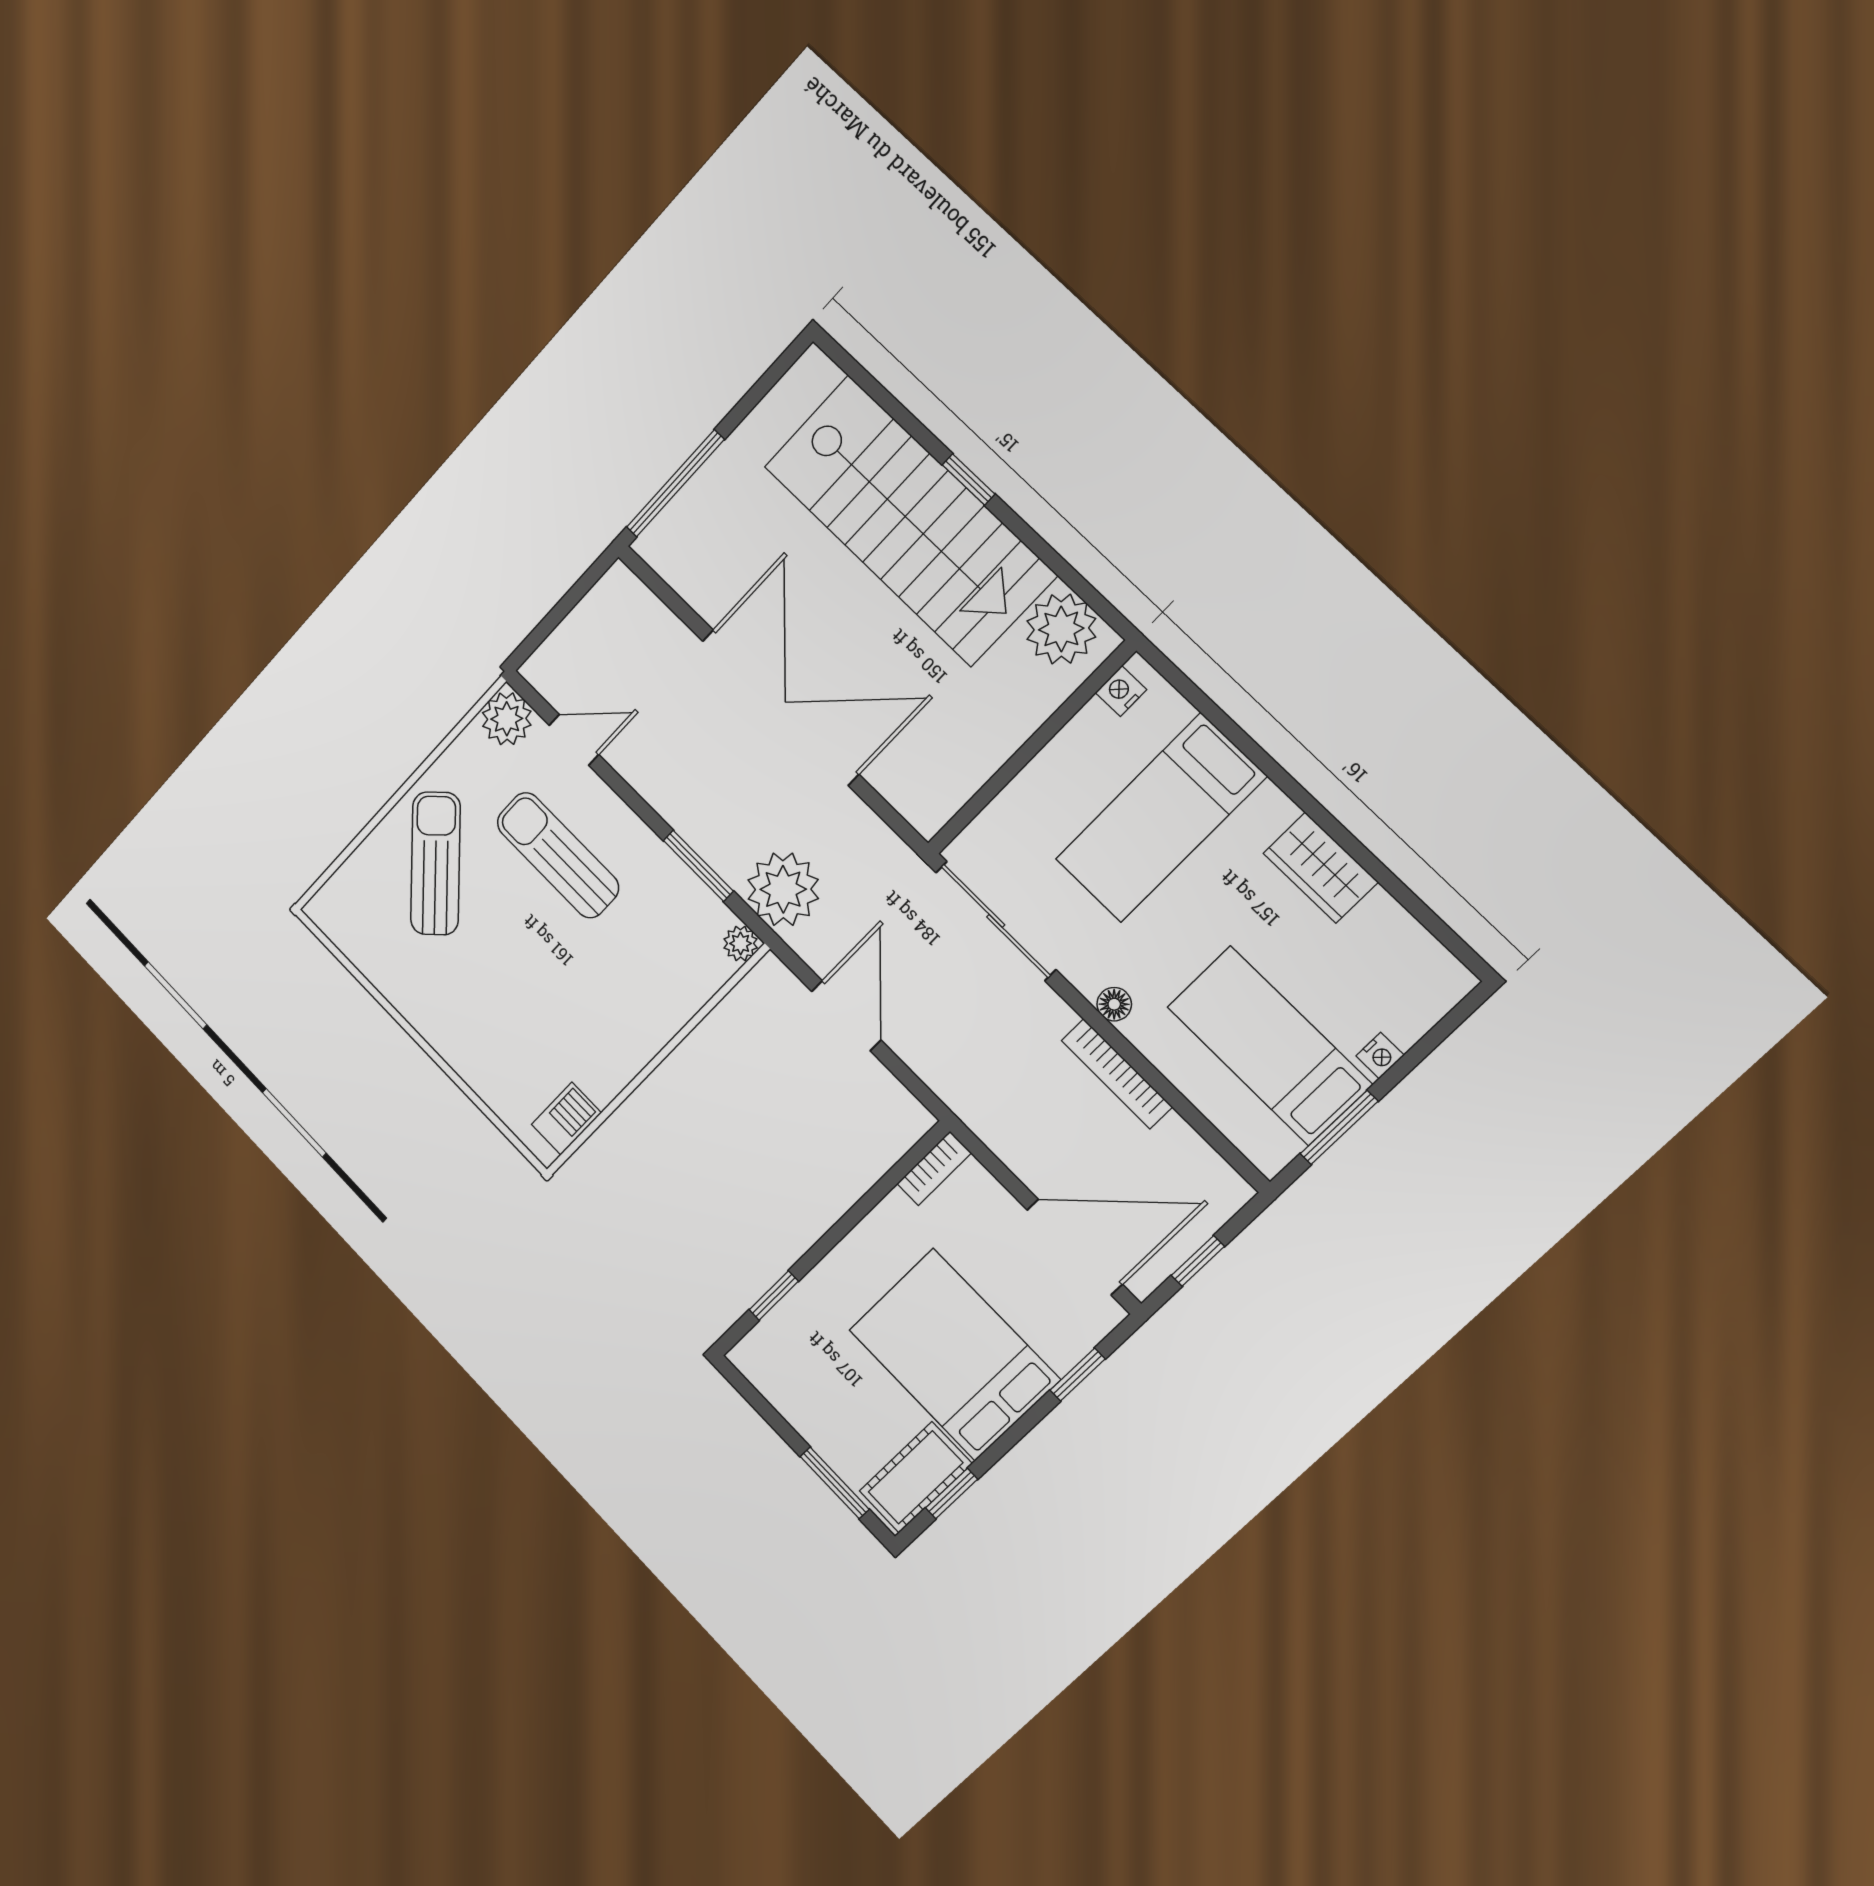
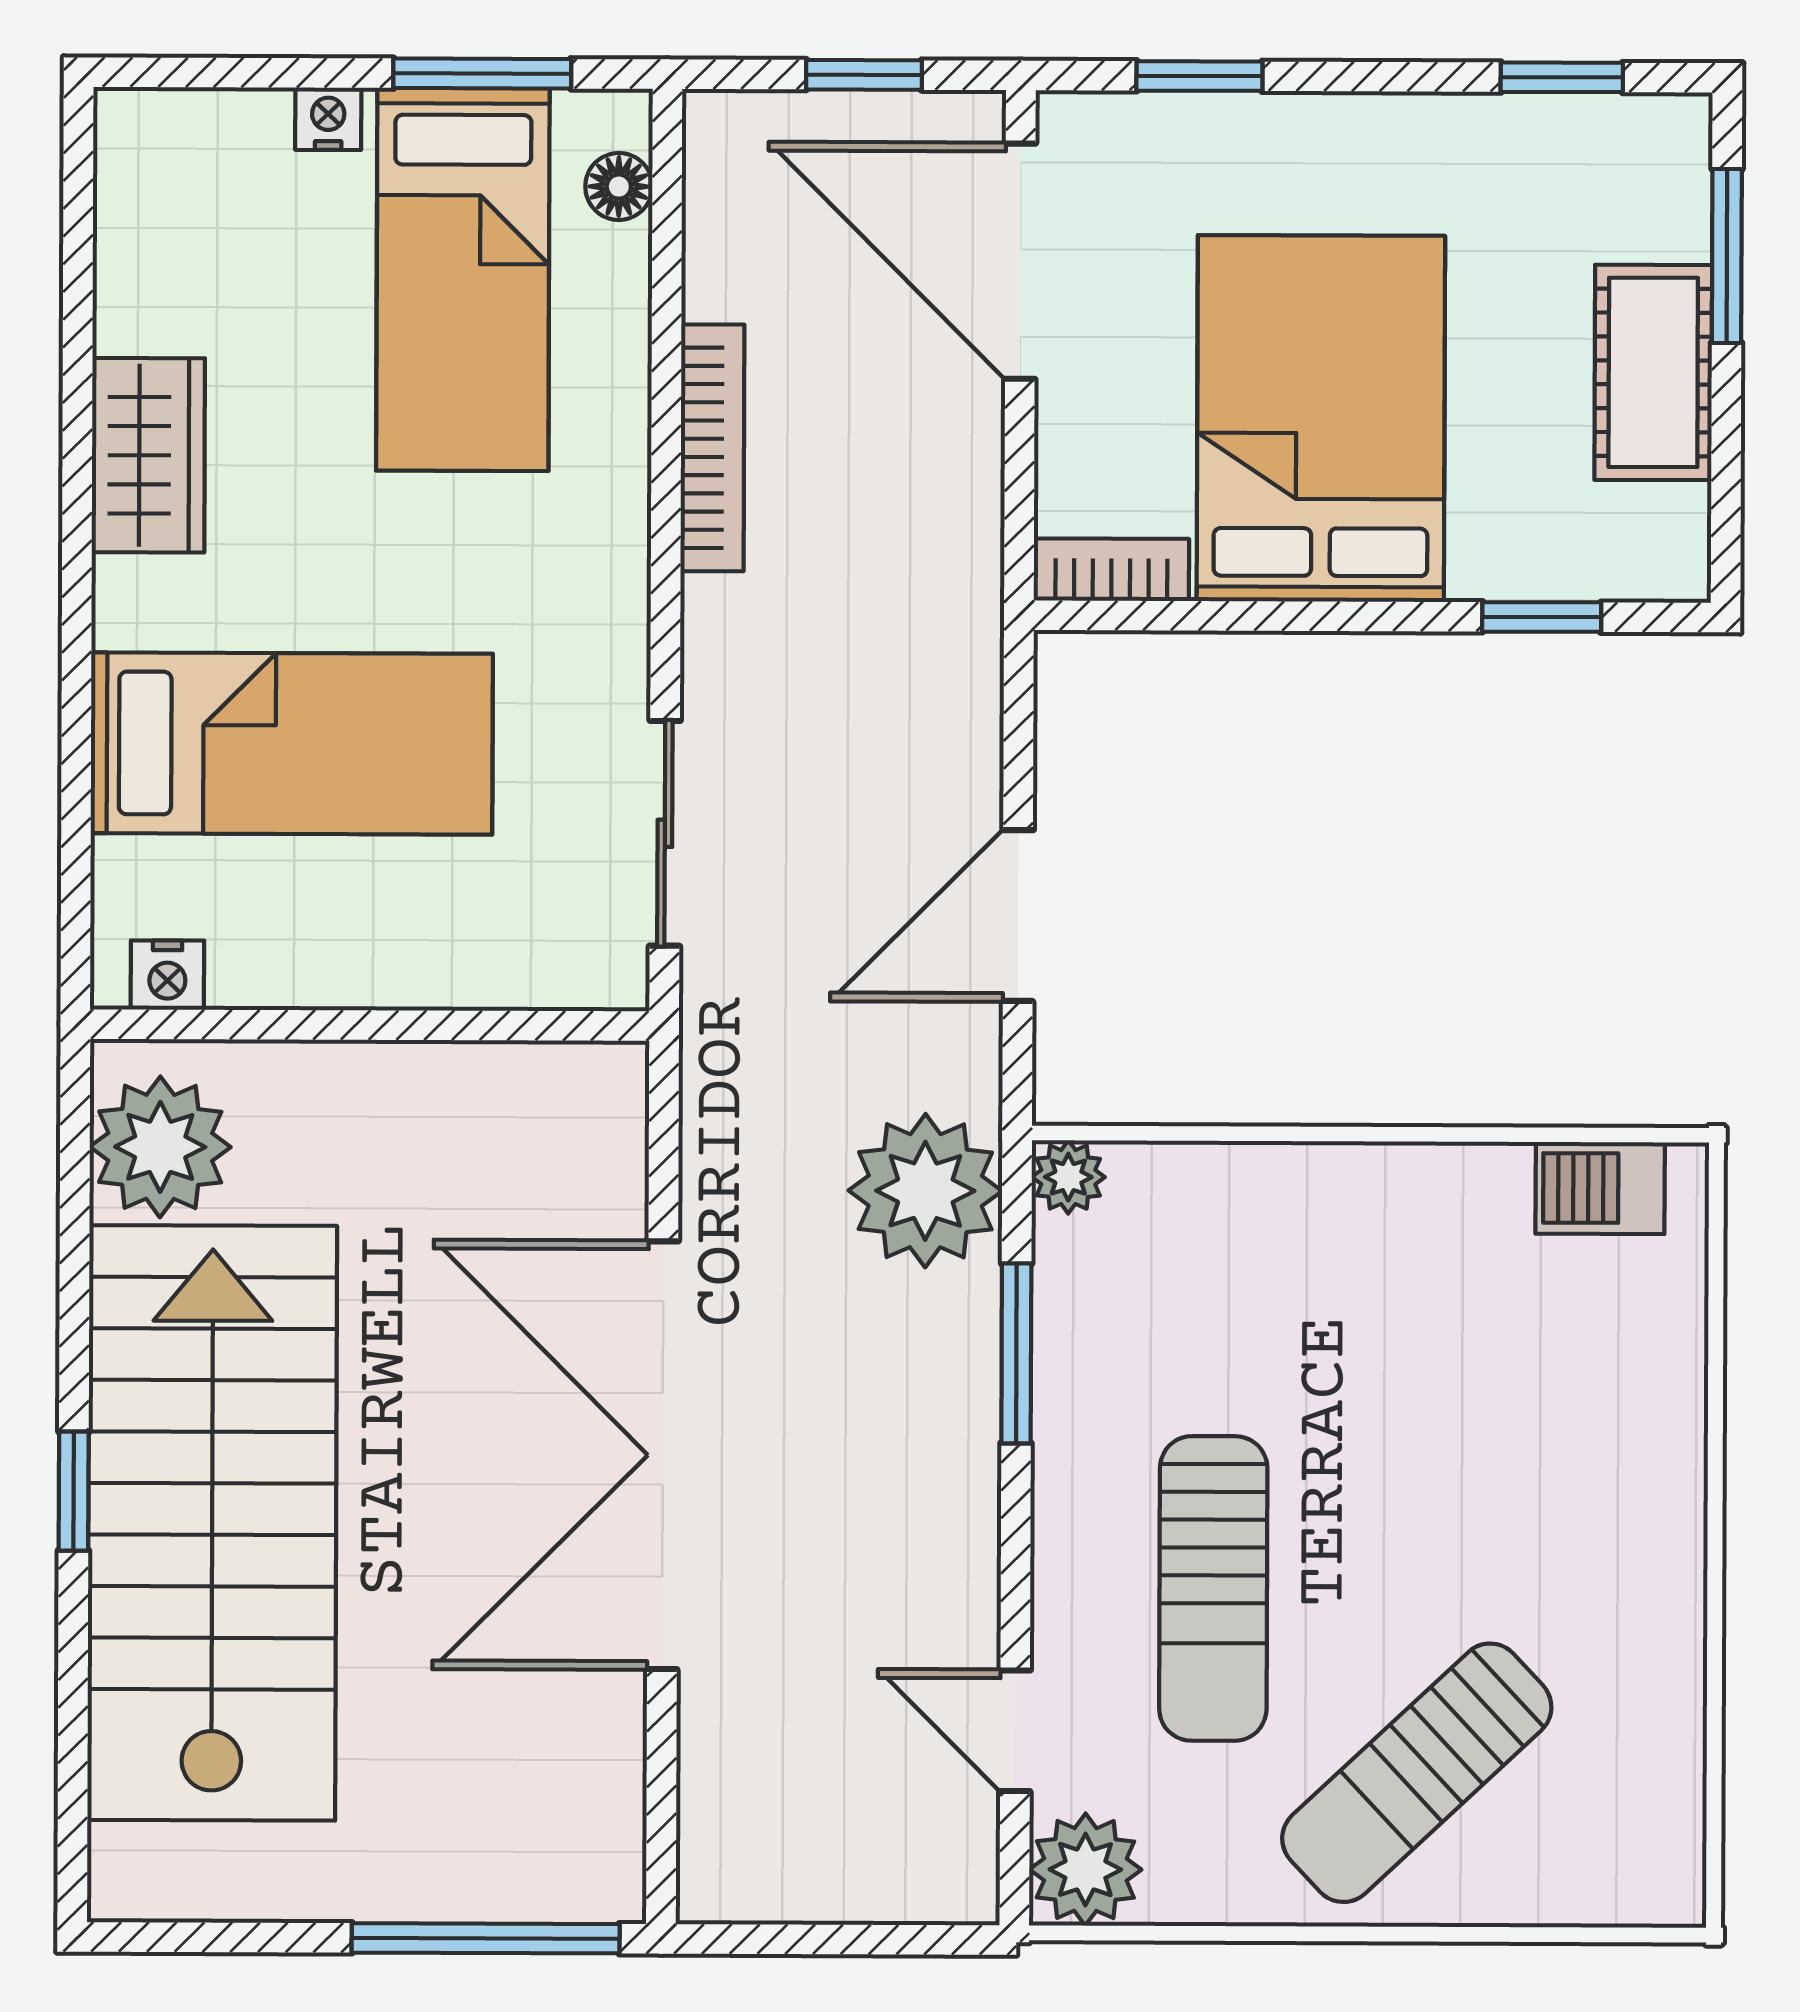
sliding door: (996, 921) -> (665, 833), width x0.73
floor lamp: (1114, 1004) -> (619, 187), moved
bed: (954, 1355) -> (1321, 418), moved, turned 180
cot: (916, 1477) -> (1653, 372), moved, turned 90

